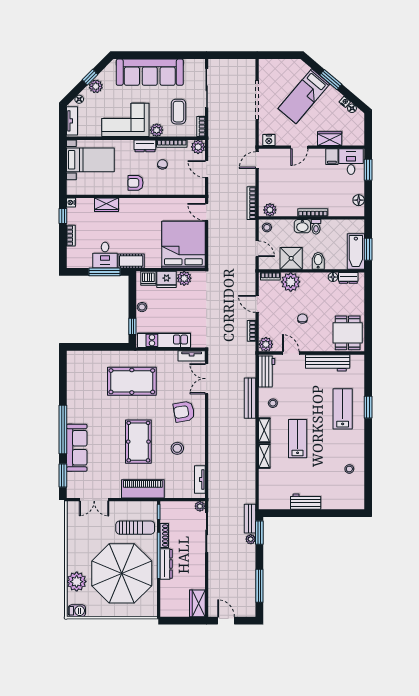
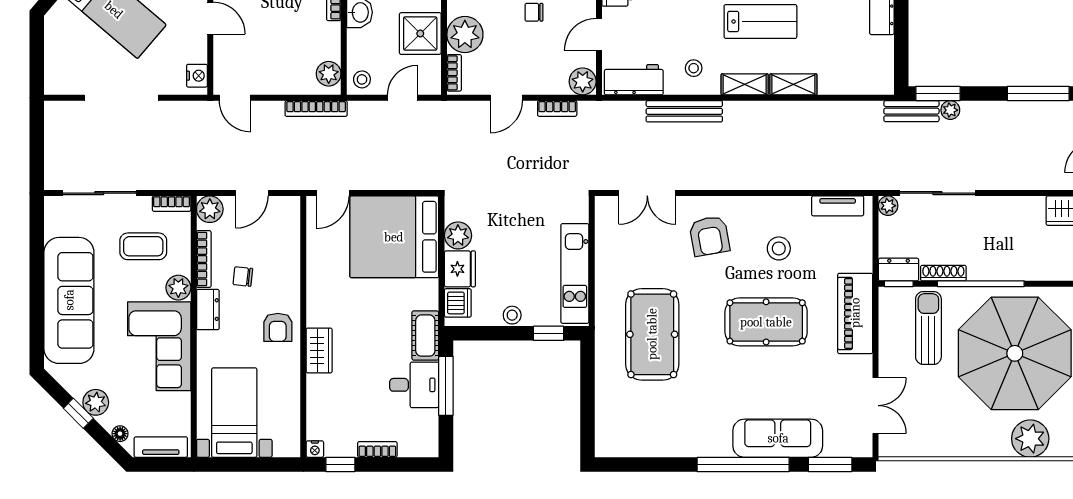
wardrobe: (106, 205) -> (319, 350), moved
tv unit: (192, 356) -> (604, 221), removed
lab bench: (298, 439) -> (760, 21), turned 180
dresser: (166, 564) -> (899, 270), moved, width x0.70

